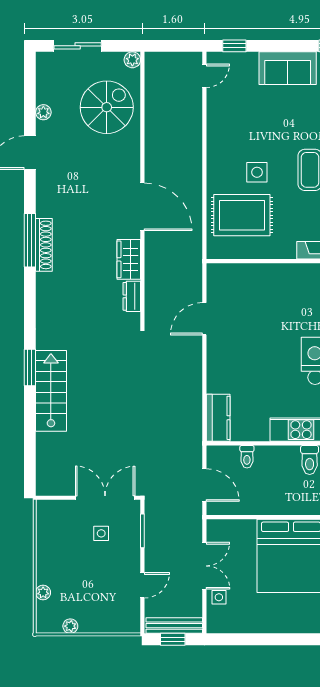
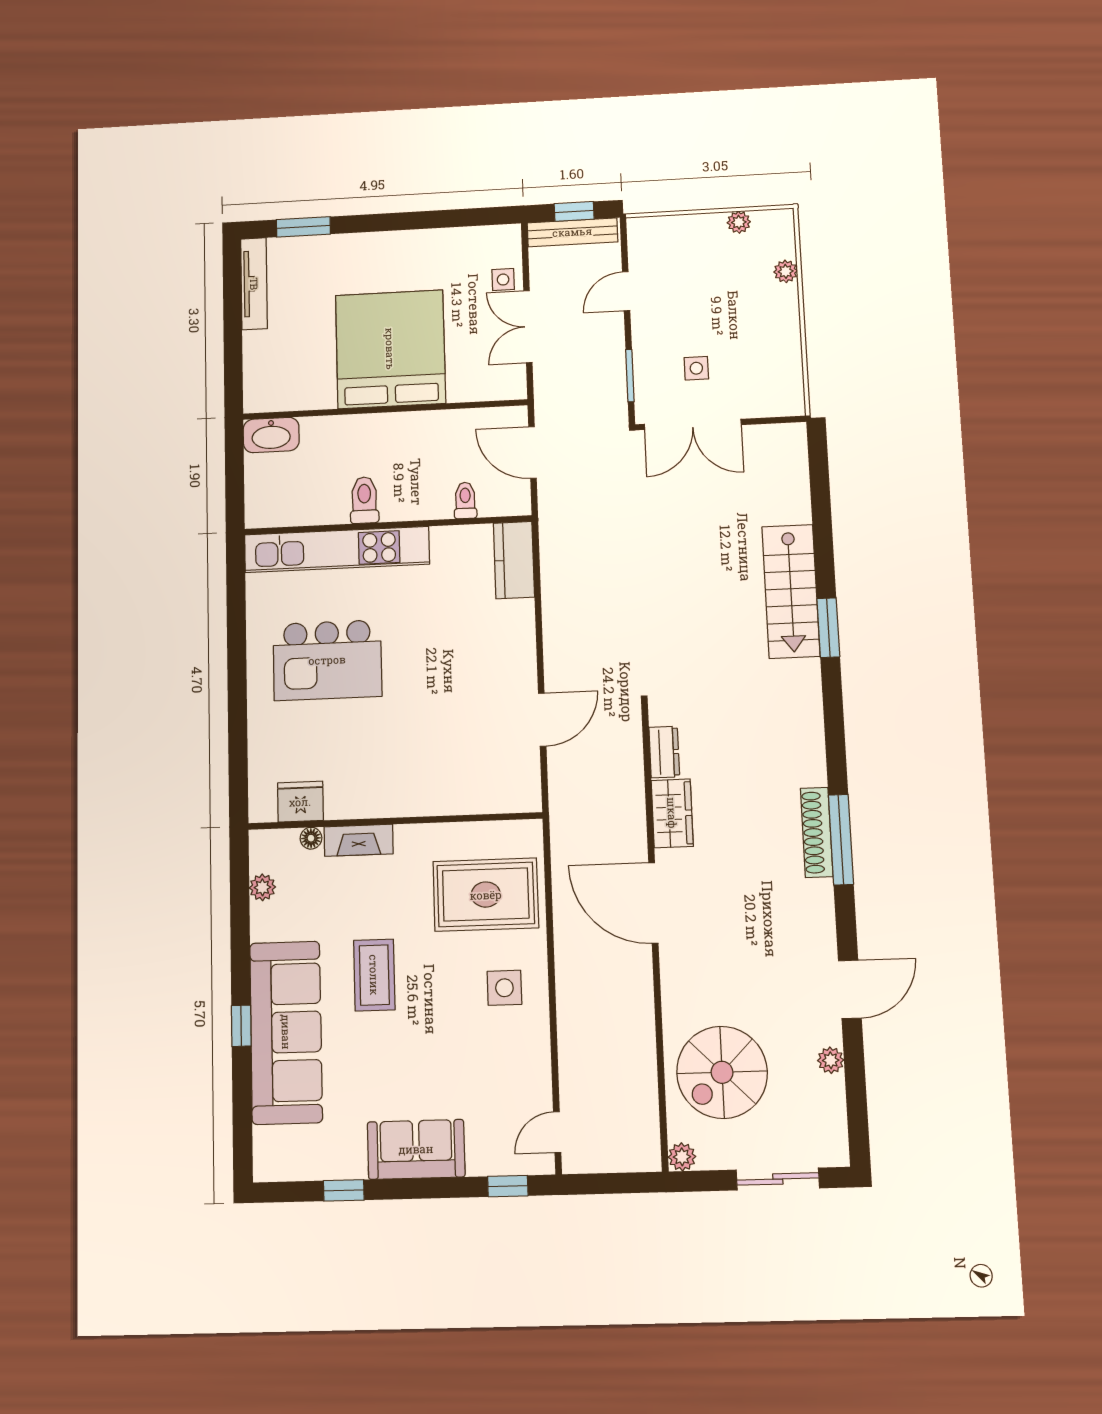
side table: (257, 172) -> (504, 988), moved

